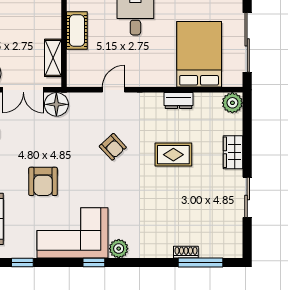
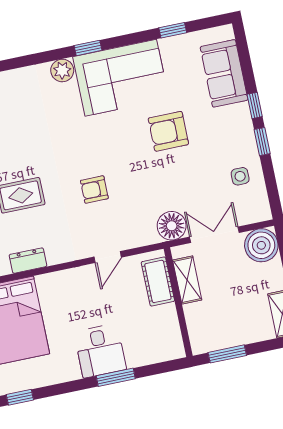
cot: (77, 31) -> (158, 281), moved
armchair: (113, 147) -> (94, 190), turned -47
armchair: (43, 181) -> (168, 131), turned -90

